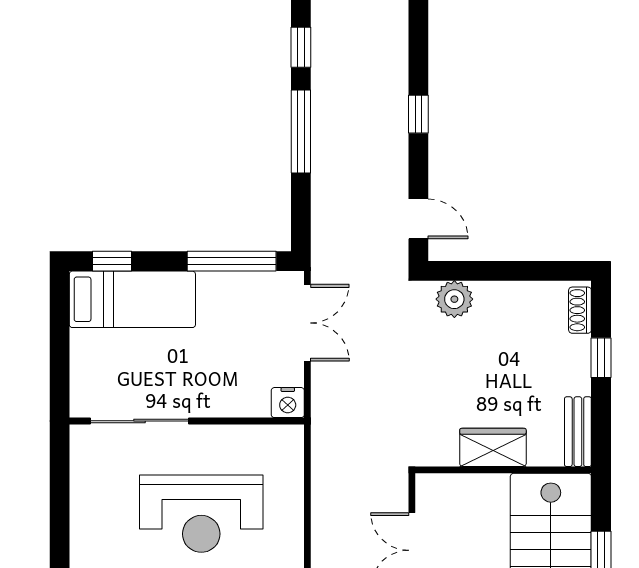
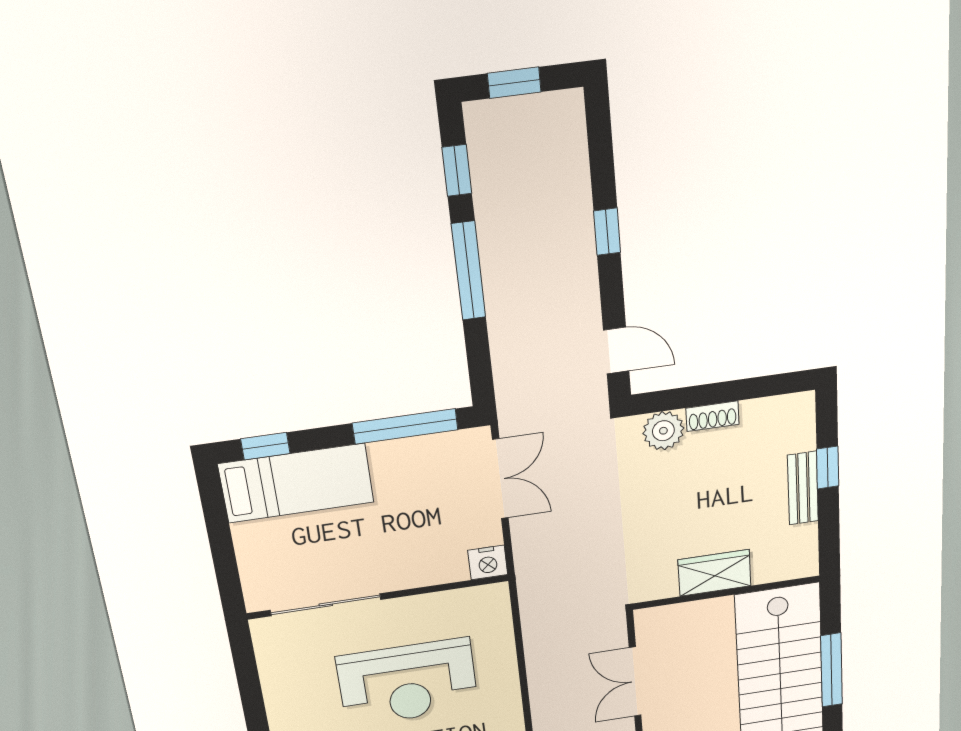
shoe rack: (580, 310) -> (712, 416), moved, turned -90
bench: (578, 432) -> (803, 488), moved

